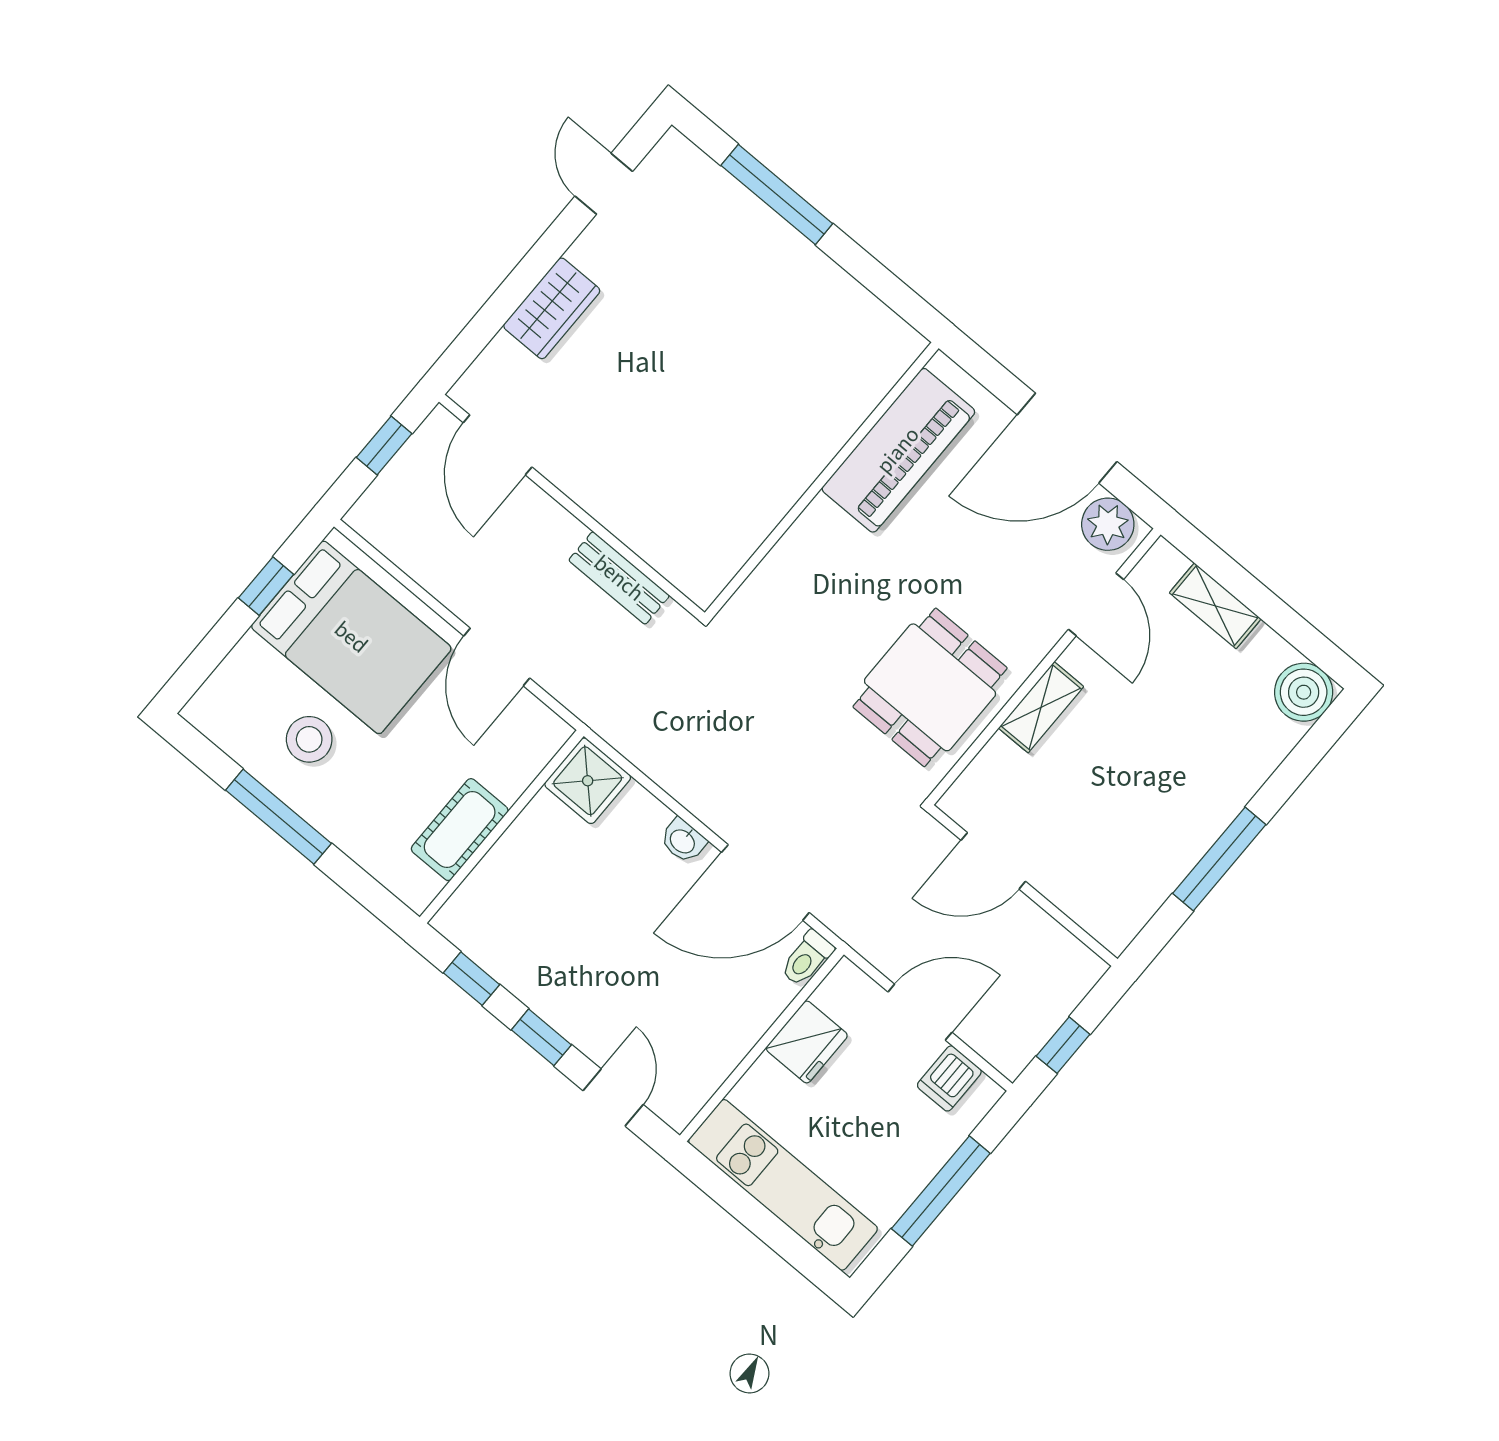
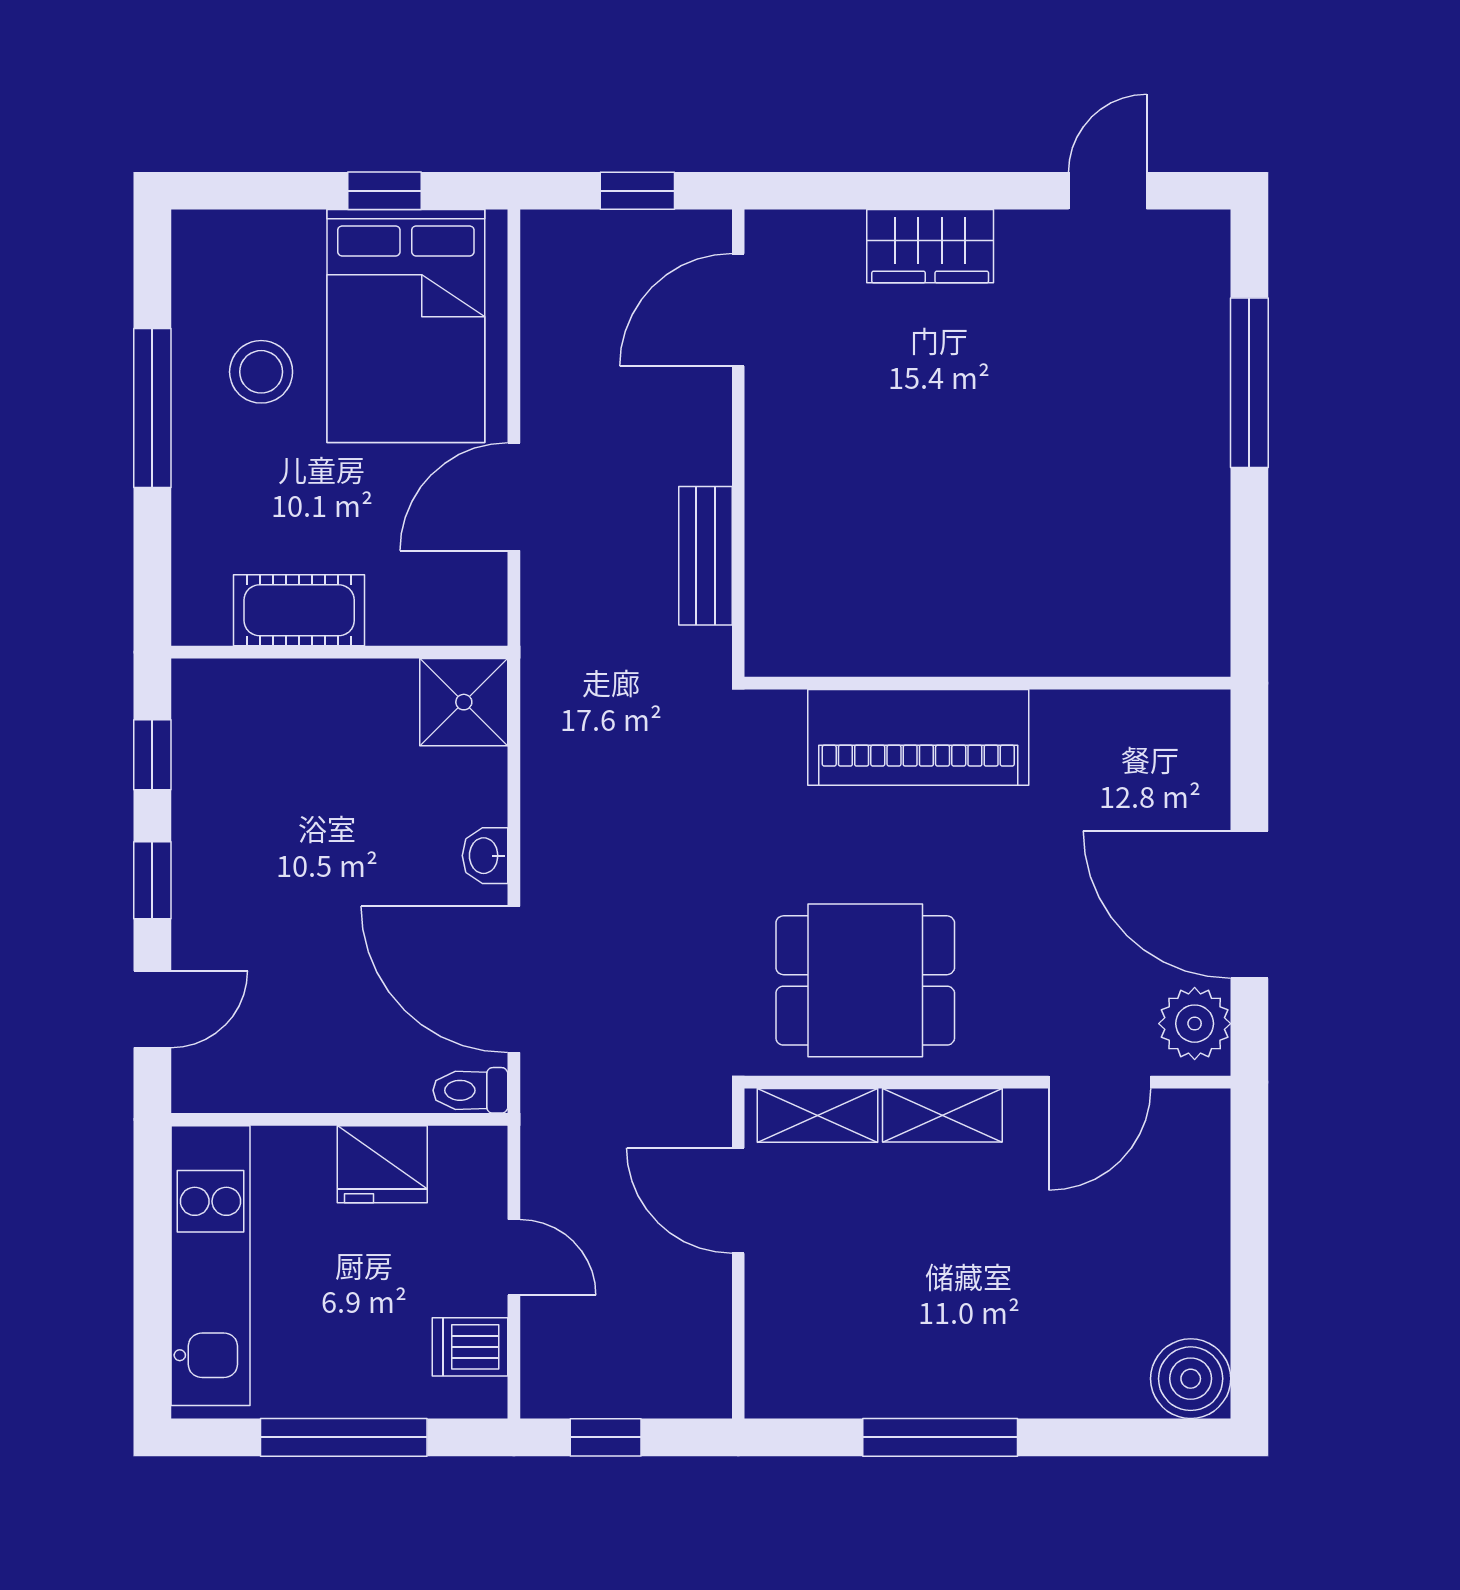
piano: (898, 450) -> (918, 737), moved
shelving: (1215, 606) -> (818, 1115), moved, turned 90
door: (920, 1012) -> (514, 1257), width x0.73

